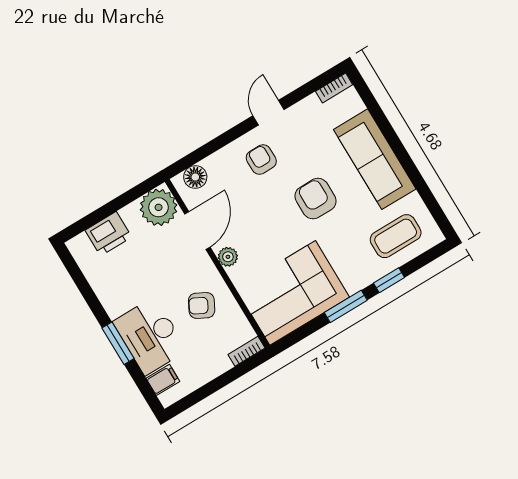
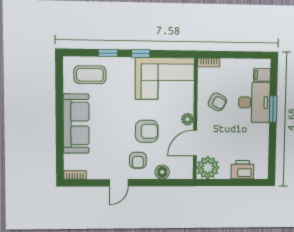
floor lamp: (195, 177) -> (162, 172), moved
armchair: (316, 199) -> (147, 131), moved, turned -90
window: (346, 306) -> (141, 53), width x0.67

